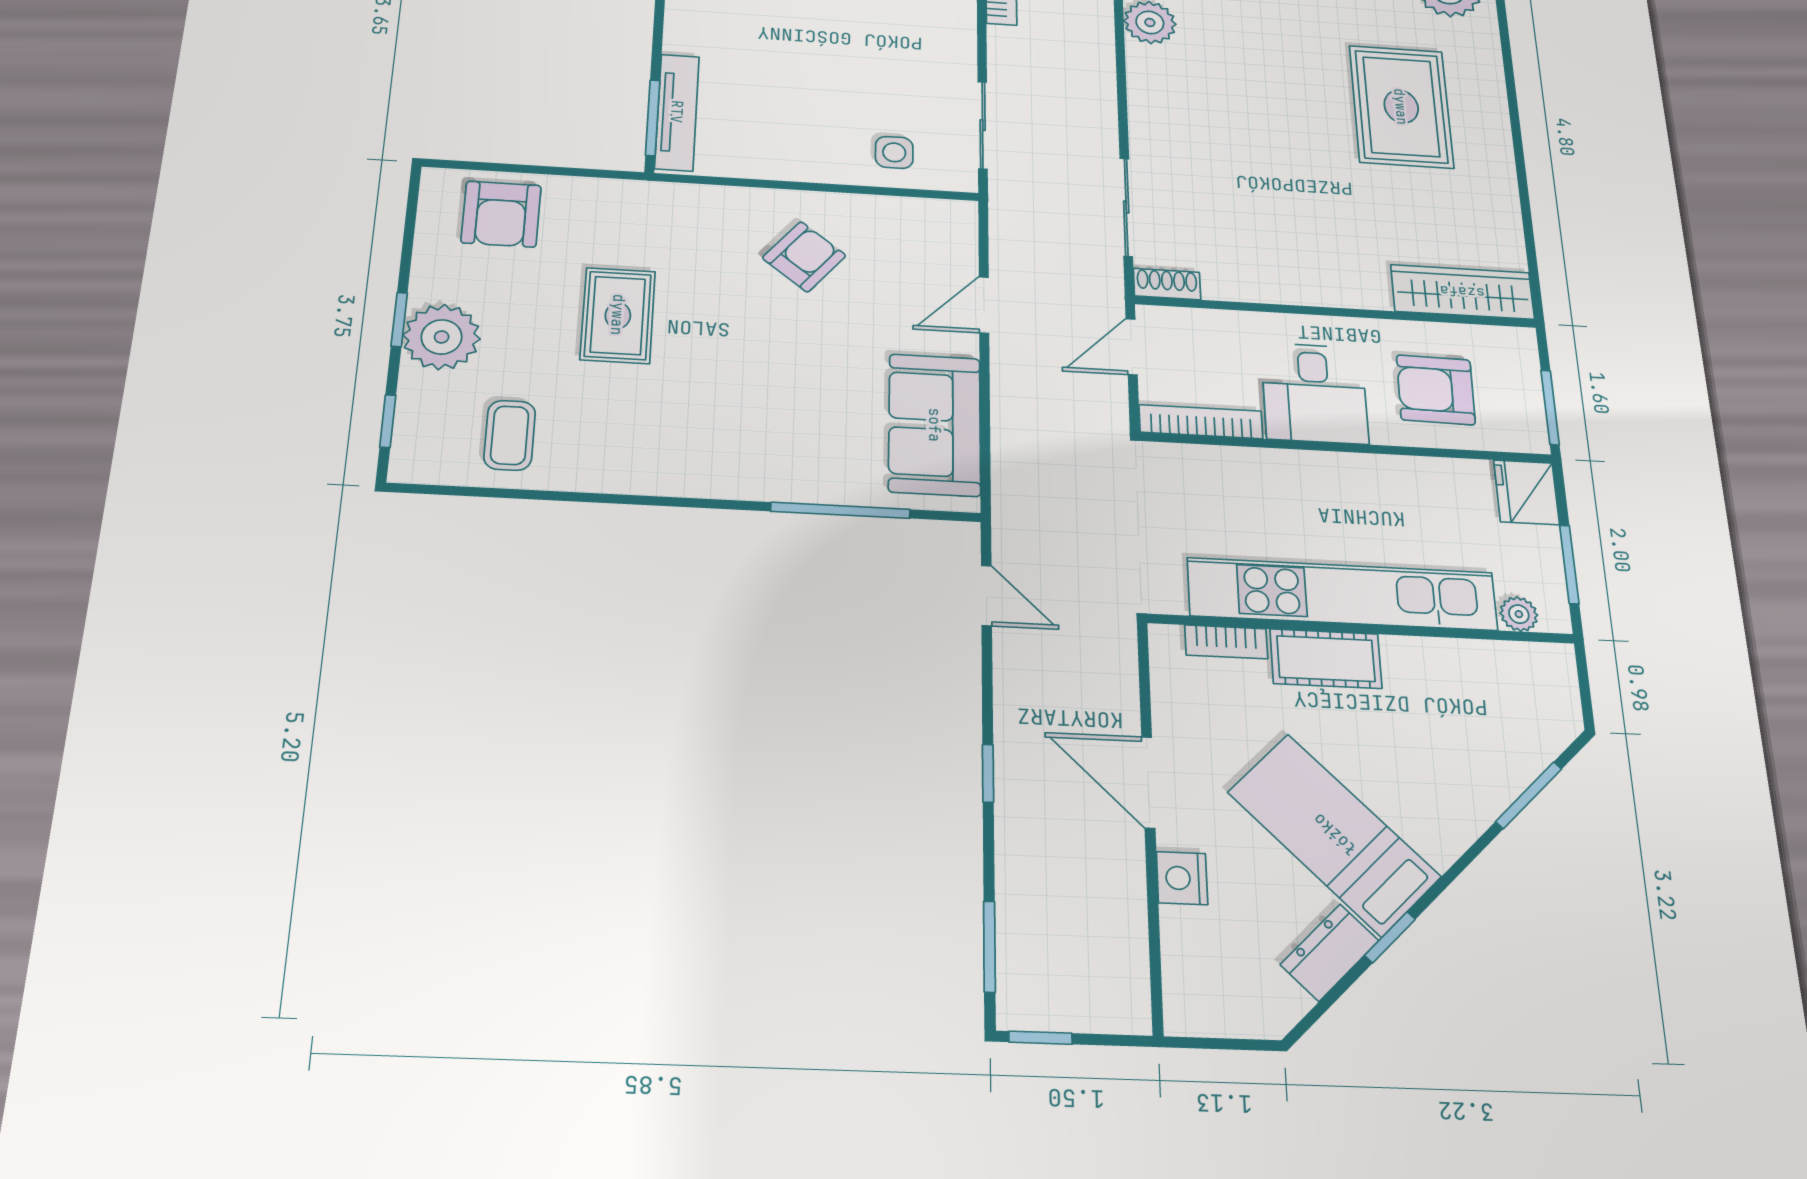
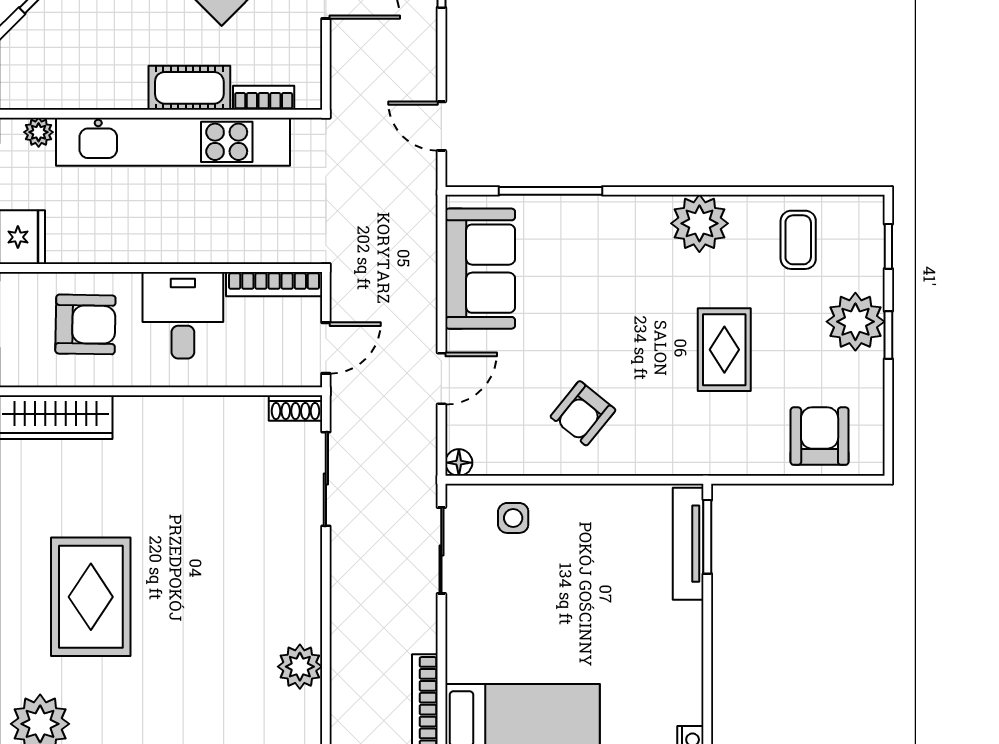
floor lamp: (962, 214) -> (459, 463), added
plant: (642, 462) -> (699, 223), added

